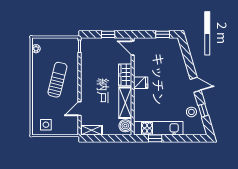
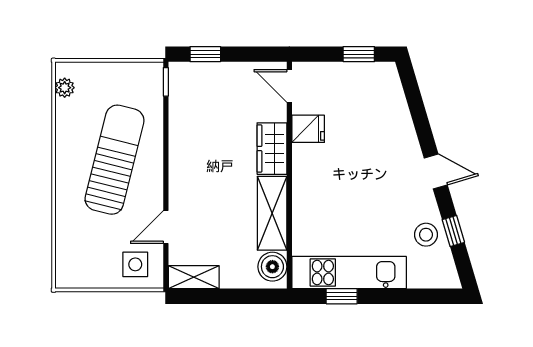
window: (108, 34) -> (205, 54), moved
sun lounger: (57, 80) -> (115, 160), width x1.36, depth x1.34
fridge: (141, 83) -> (308, 129), moved
side table: (46, 125) -> (135, 264), moved

